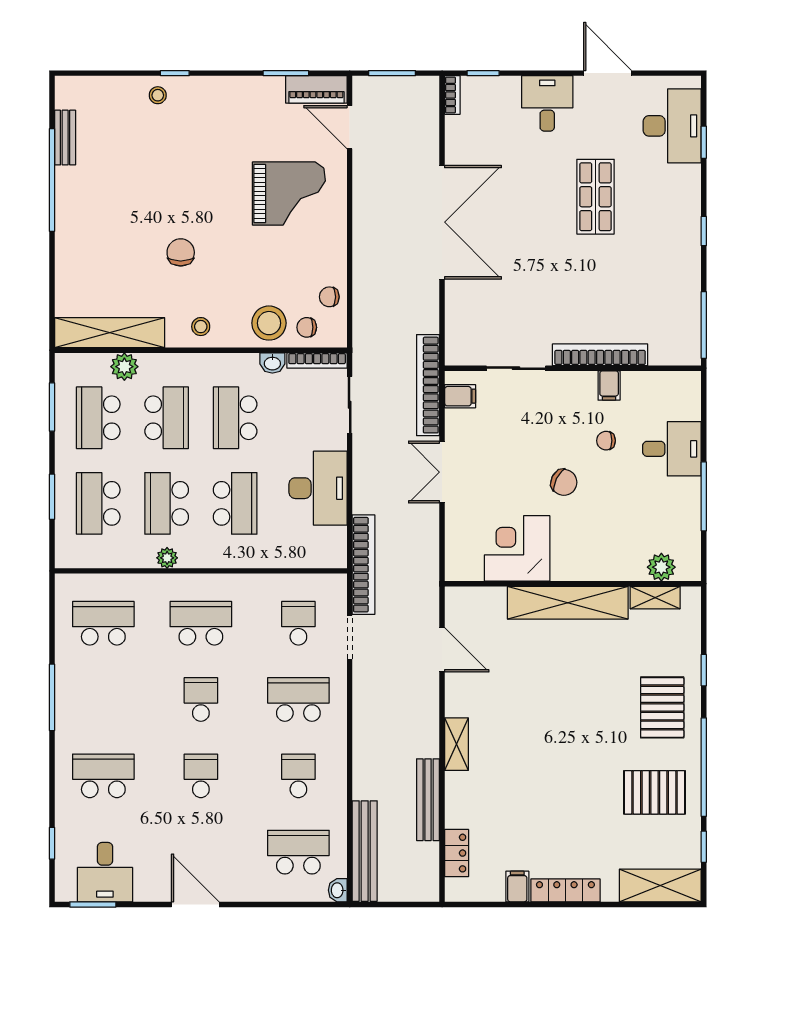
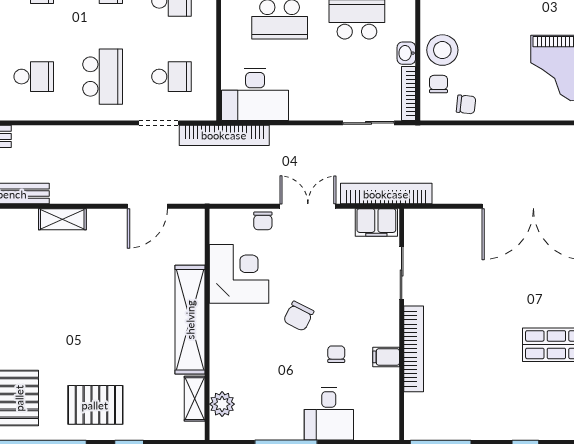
chair: (329, 297) -> (466, 104), turned 96
filing cabinet: (460, 396) -> (376, 222), width x2.00
desk: (318, 488) -> (255, 94), moved
chair: (458, 522) -> (263, 221), added

